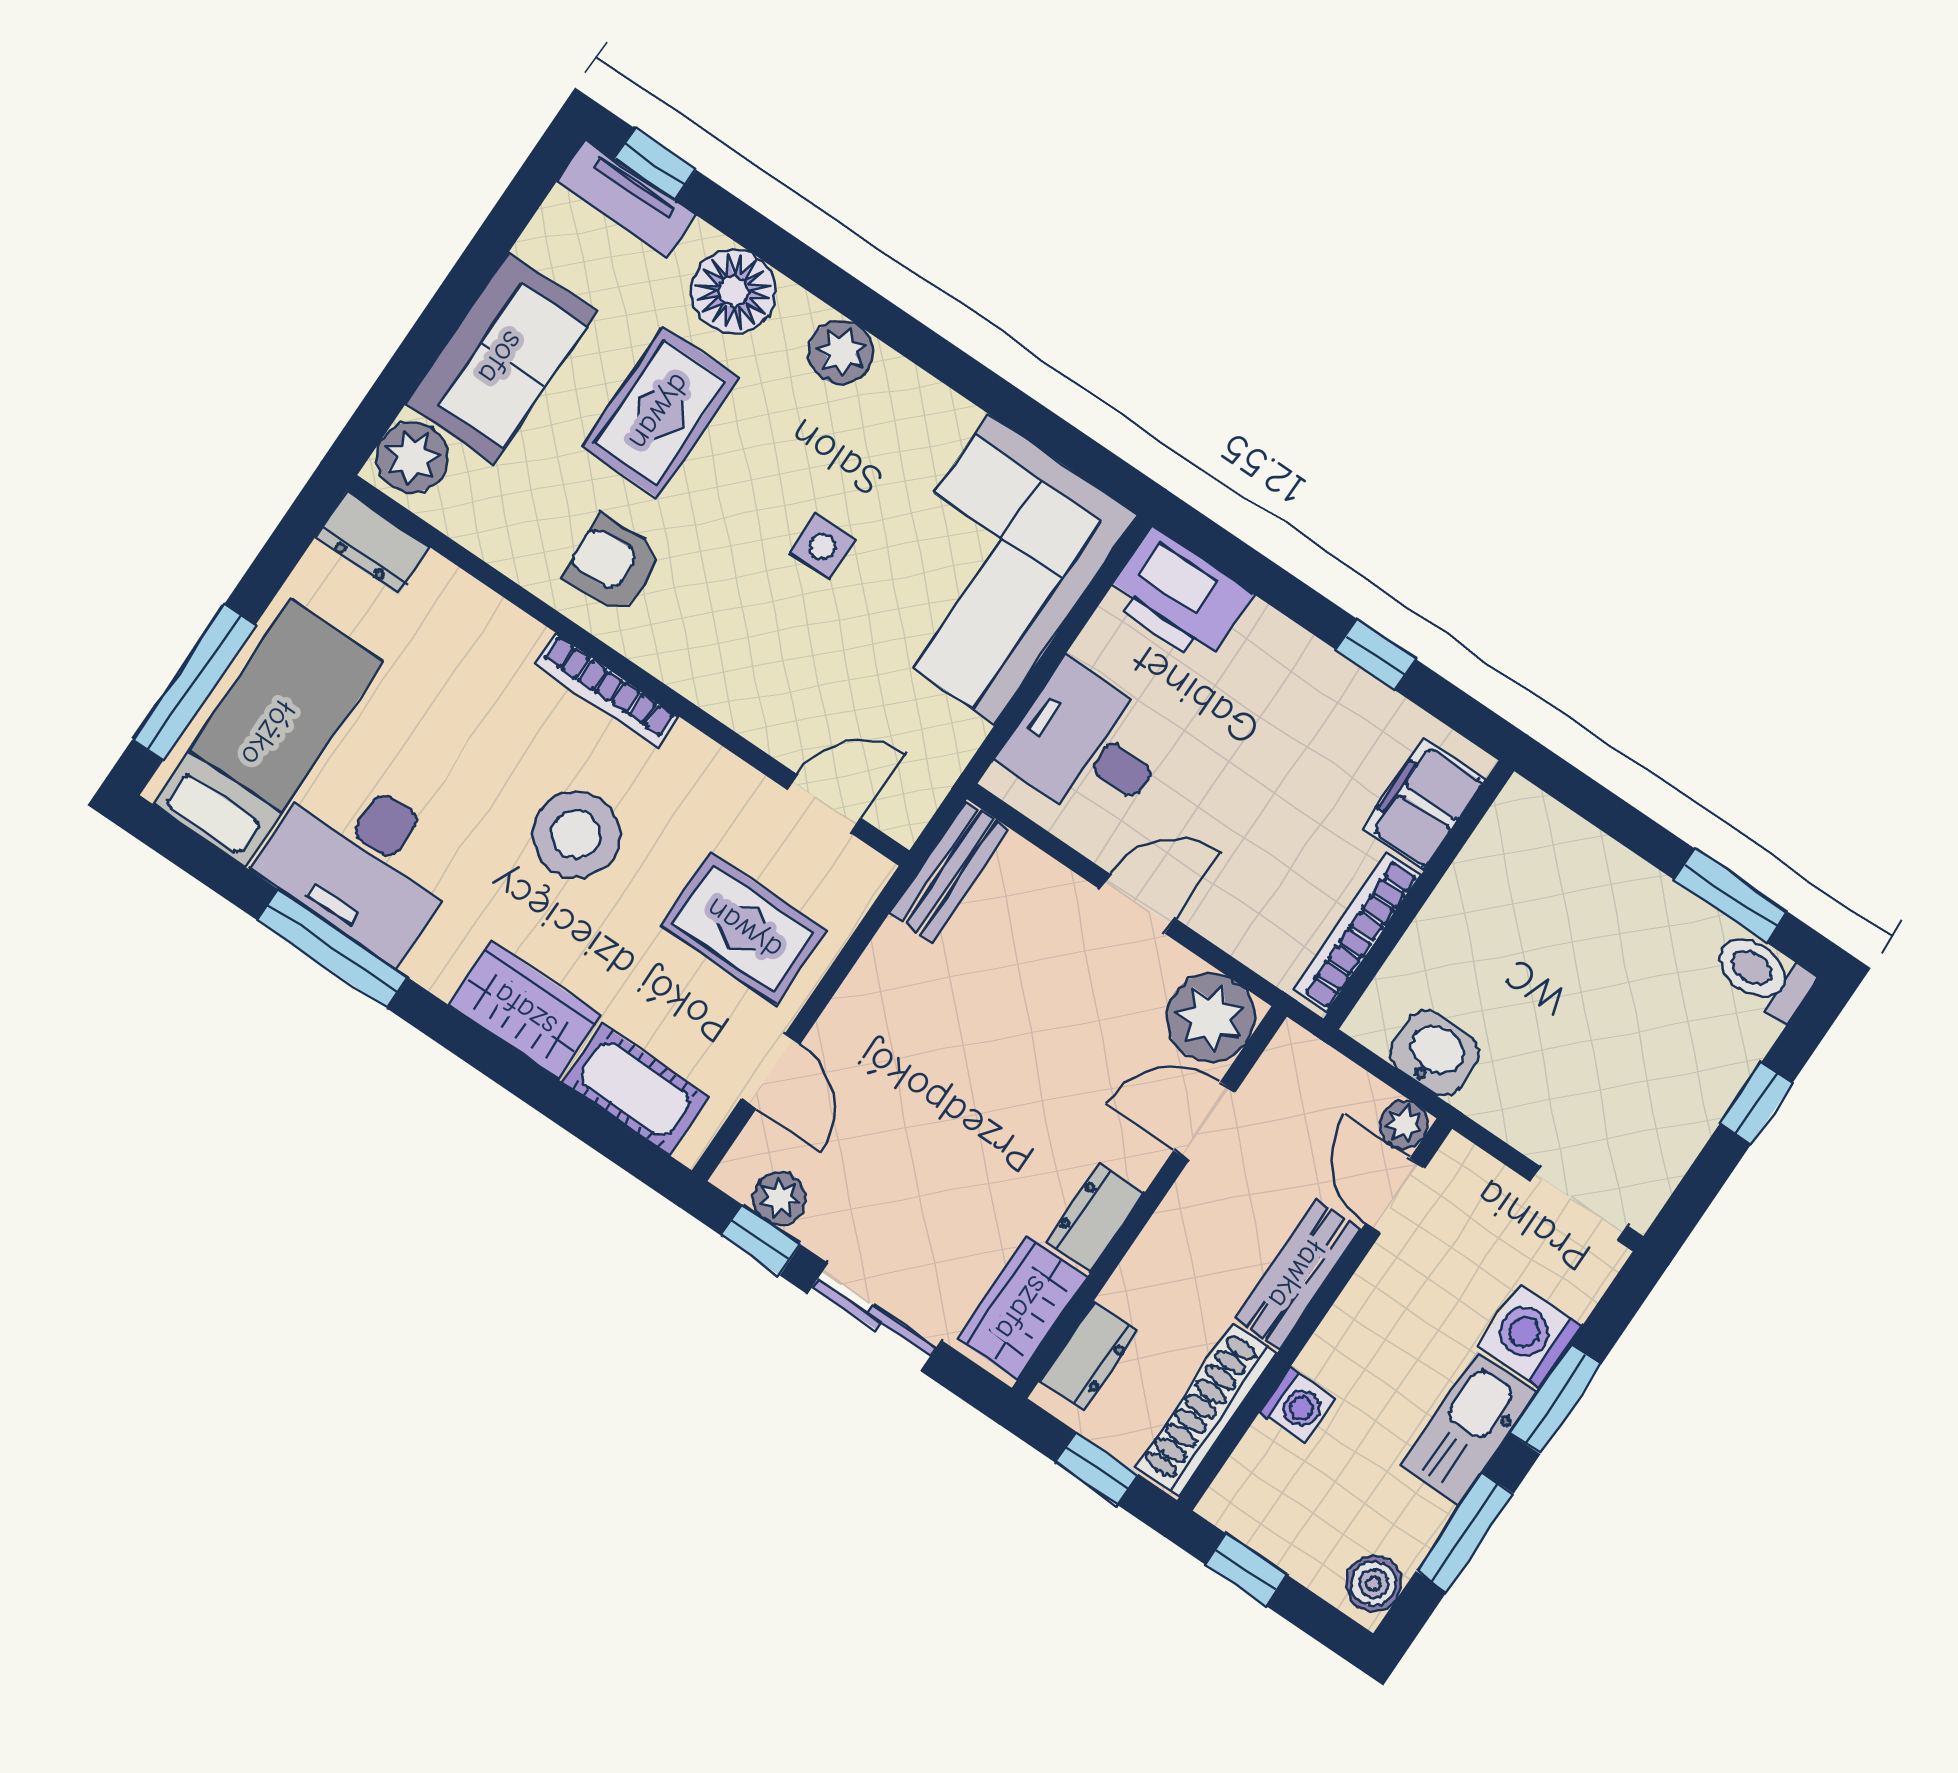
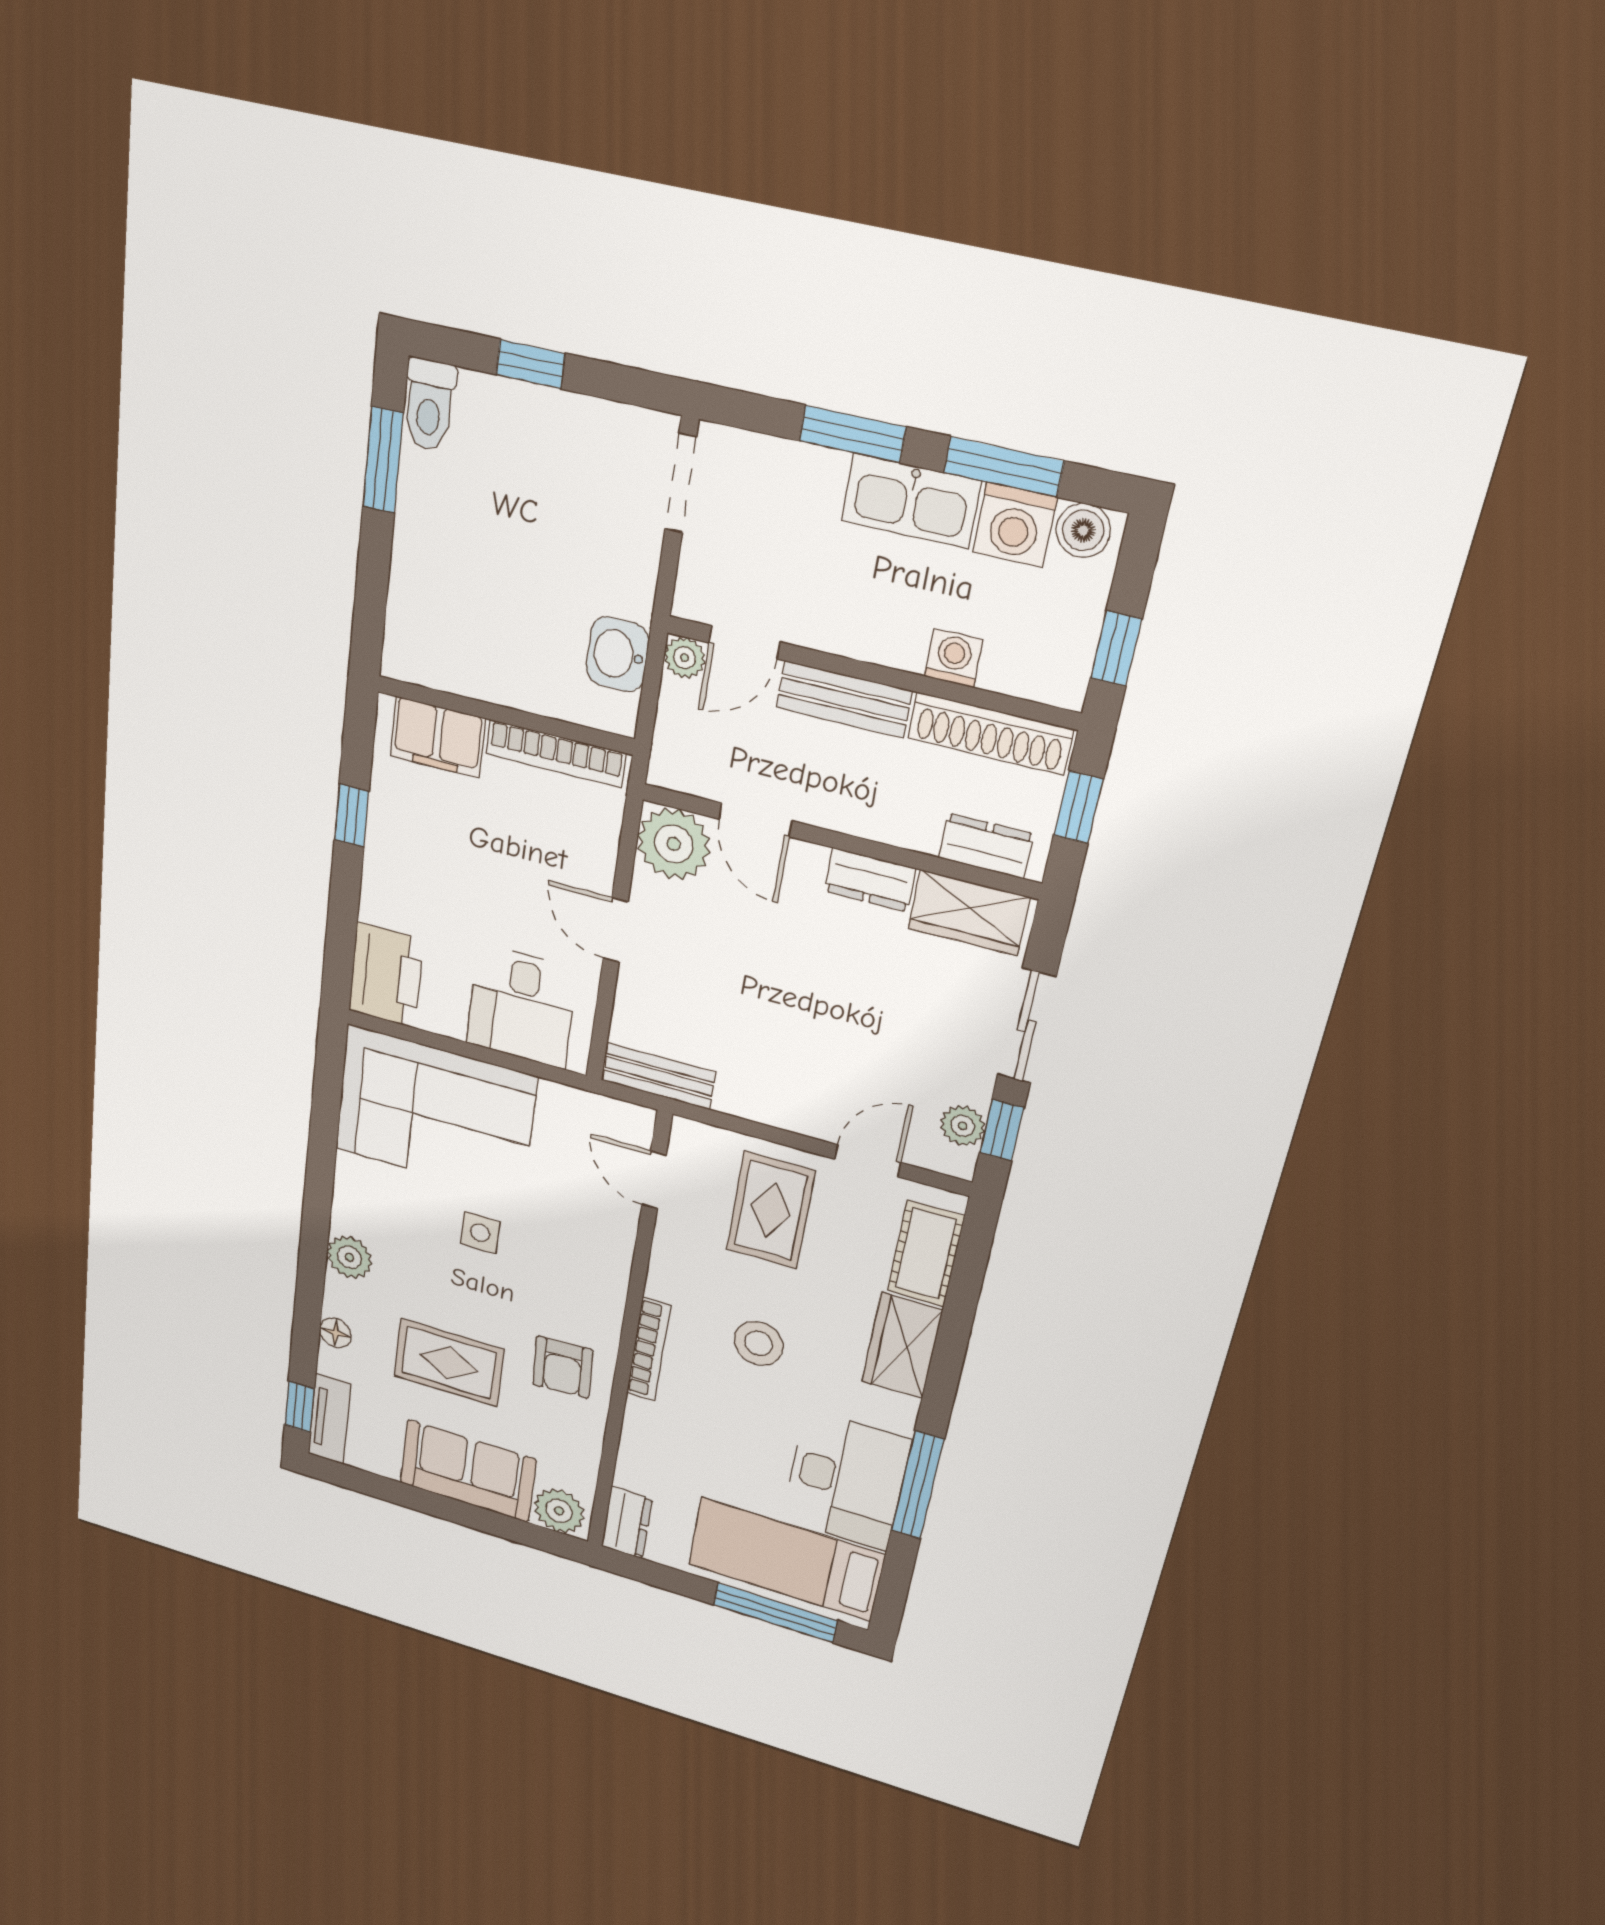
floor lamp: (734, 292) -> (335, 1333), width x0.53, depth x0.53
stool: (576, 835) -> (759, 1343), width x0.73, depth x0.73
washing machine: (1530, 1336) -> (1015, 525), moved

